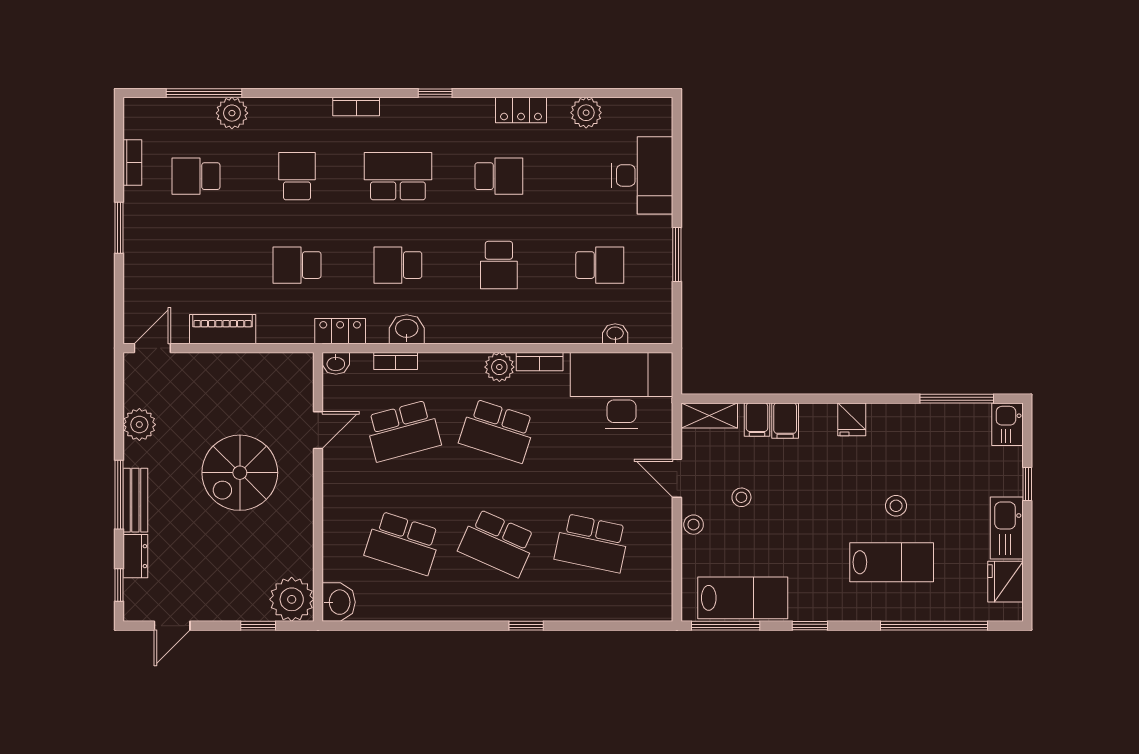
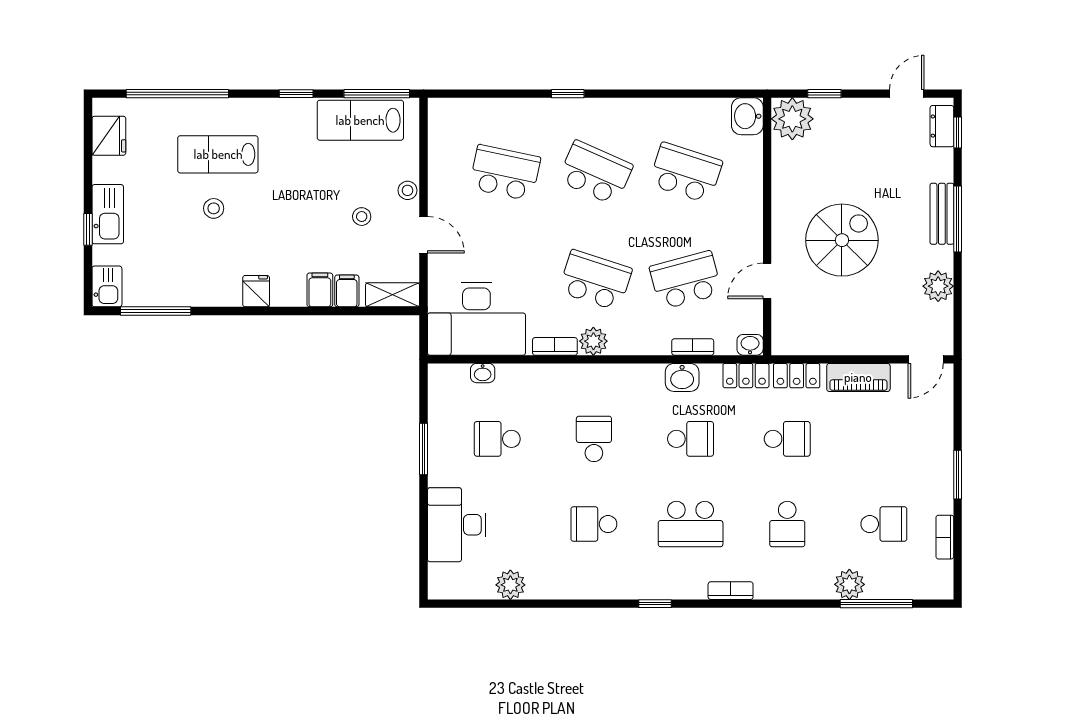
locker: (521, 110) -> (797, 376), moved, turned 180
kitchen sink: (1007, 528) -> (108, 214), moved
dresser: (135, 556) -> (942, 126), moved

